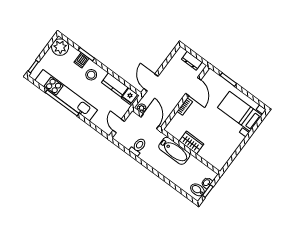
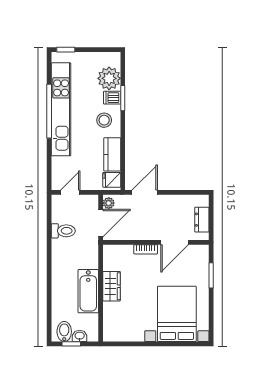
plant: (60, 47) -> (109, 78), moved
bed with nightstands: (240, 111) -> (177, 314), width x1.36
bathtub: (174, 151) -> (88, 291), moved

